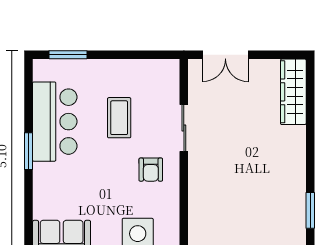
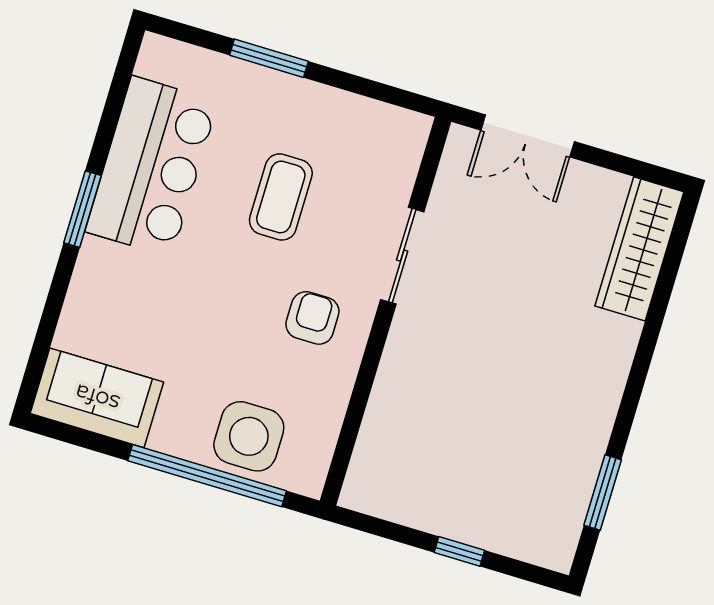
window: (68, 55) -> (269, 58), moved
armchair: (151, 170) -> (312, 318), turned 180

